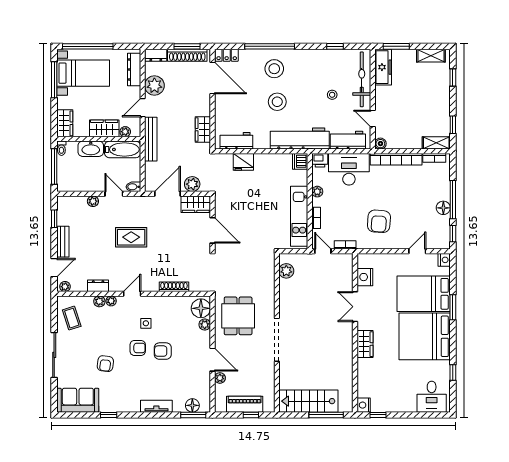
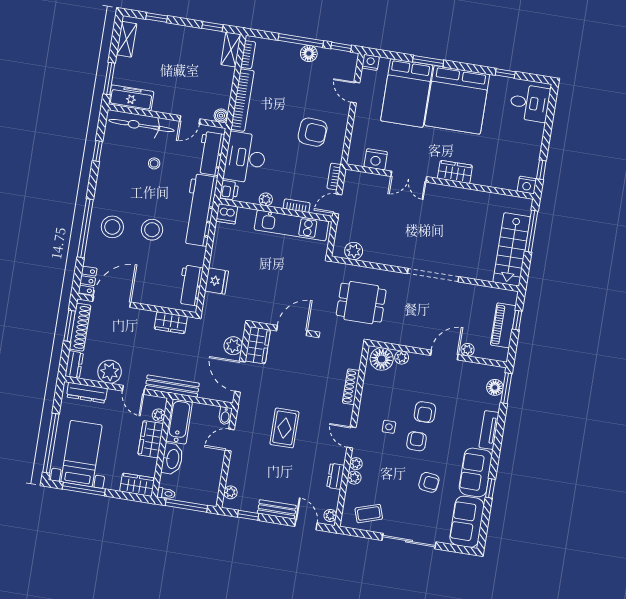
plant: (93, 201) -> (231, 492), moved
dining table: (238, 316) -> (361, 303), moved
sofa: (120, 401) -> (476, 472), added

